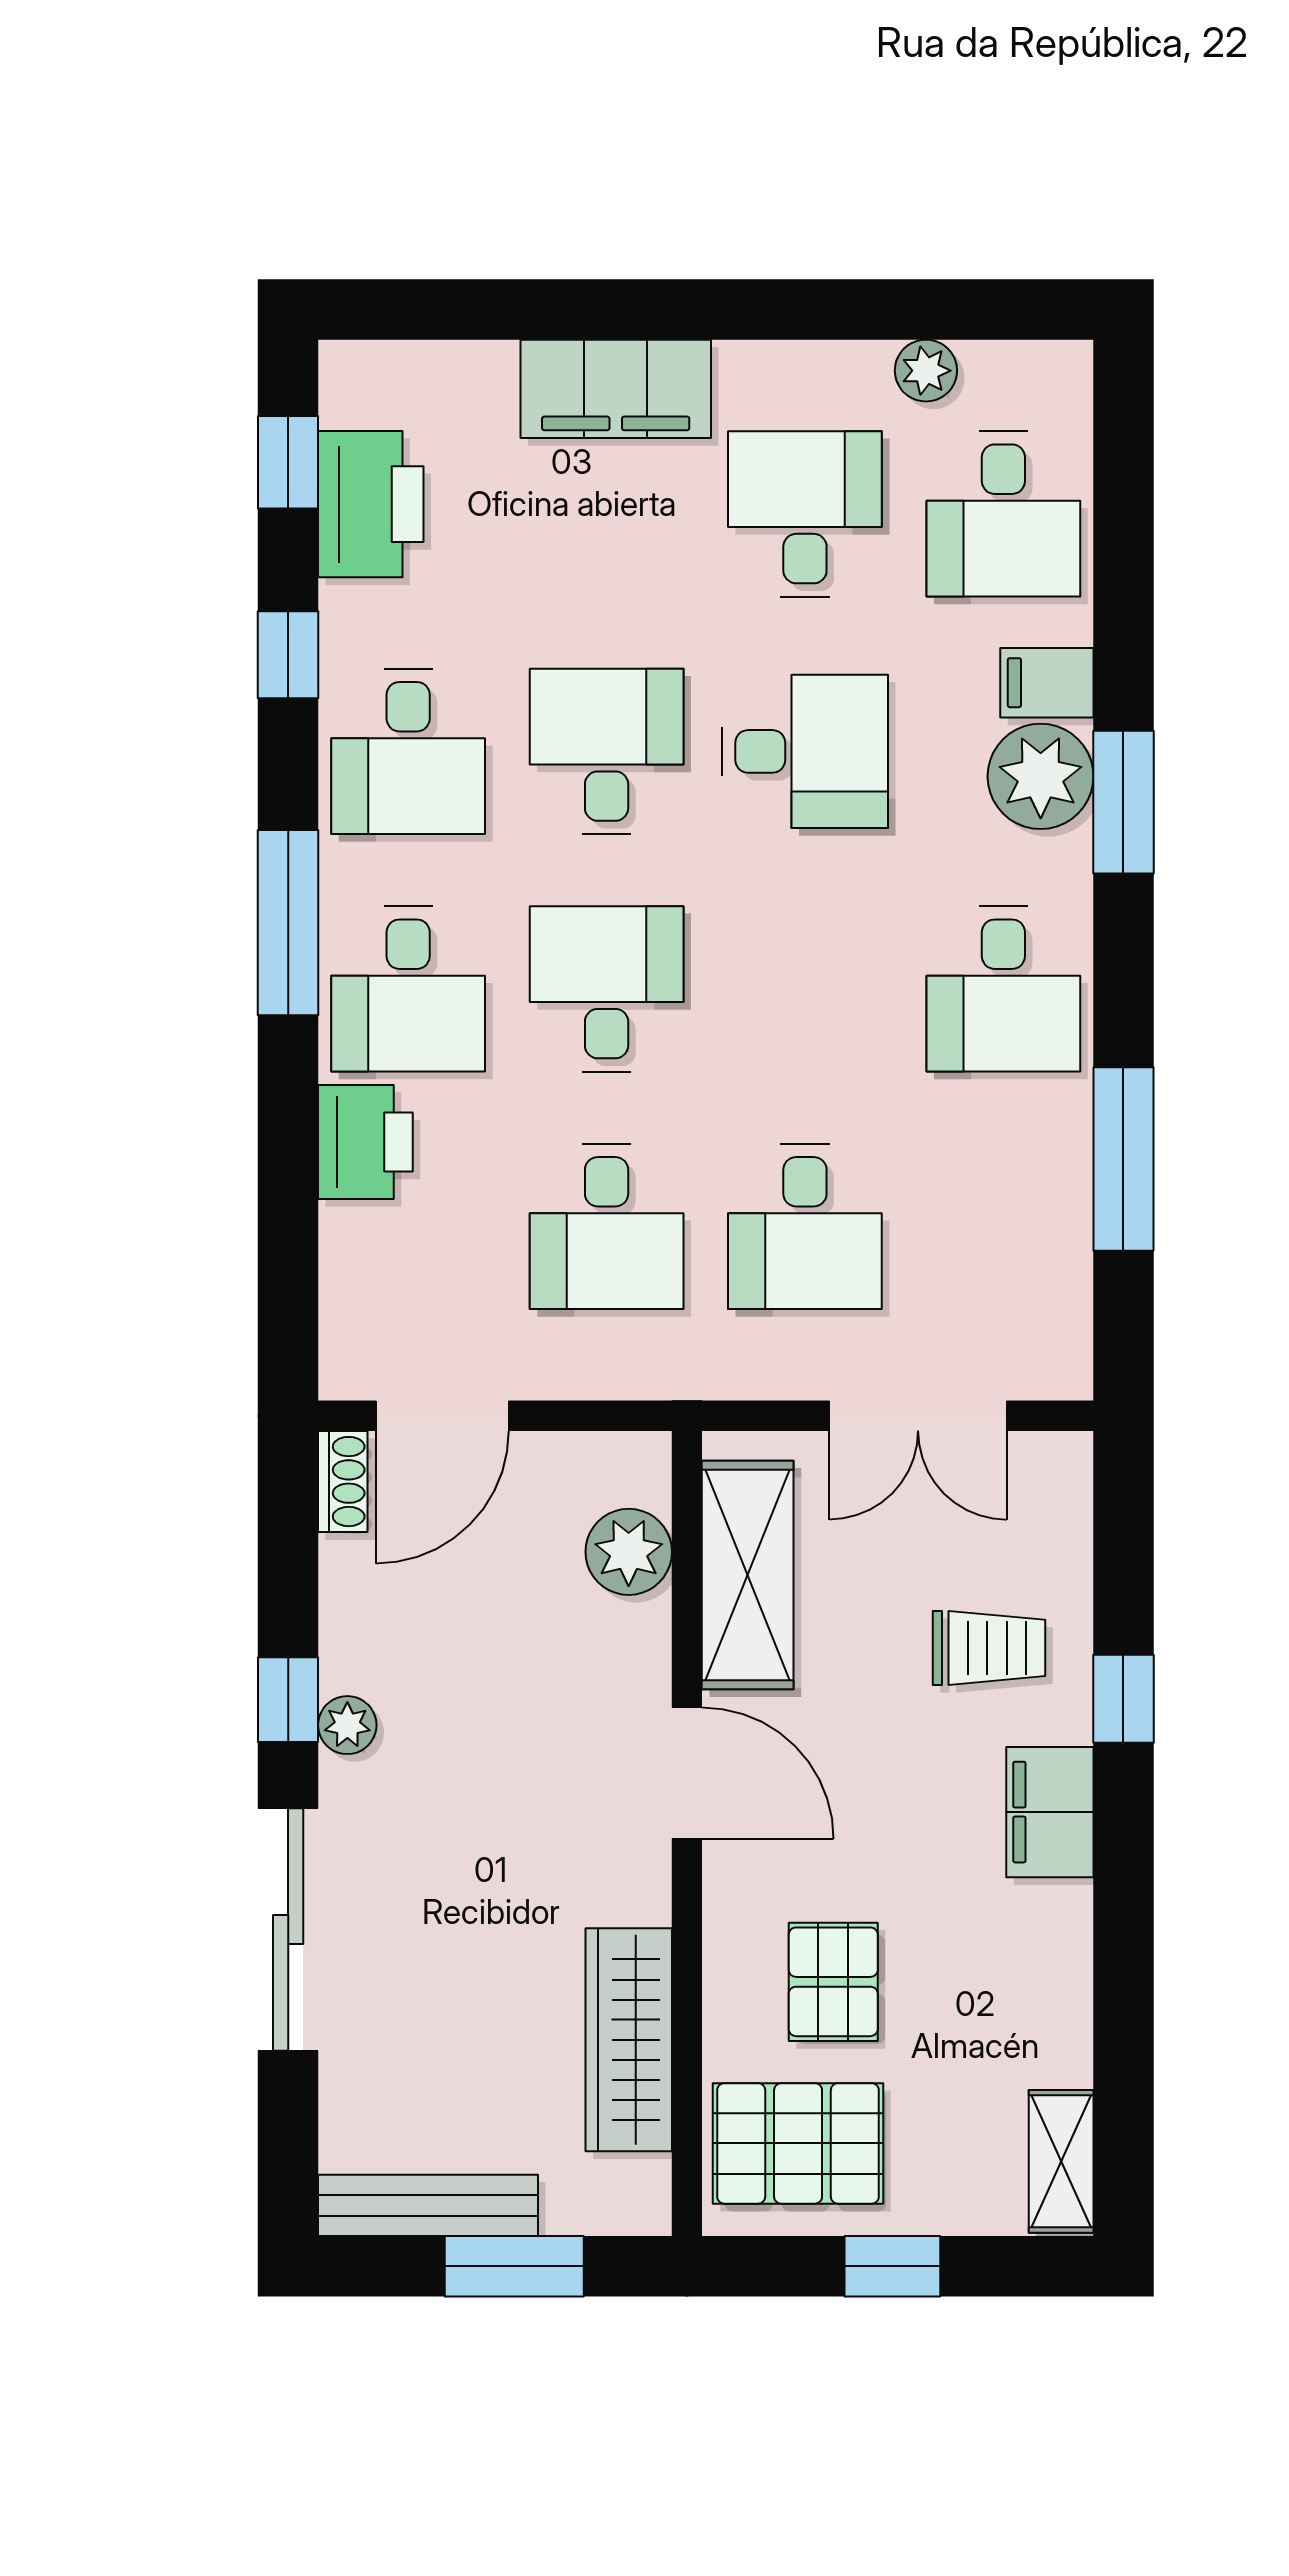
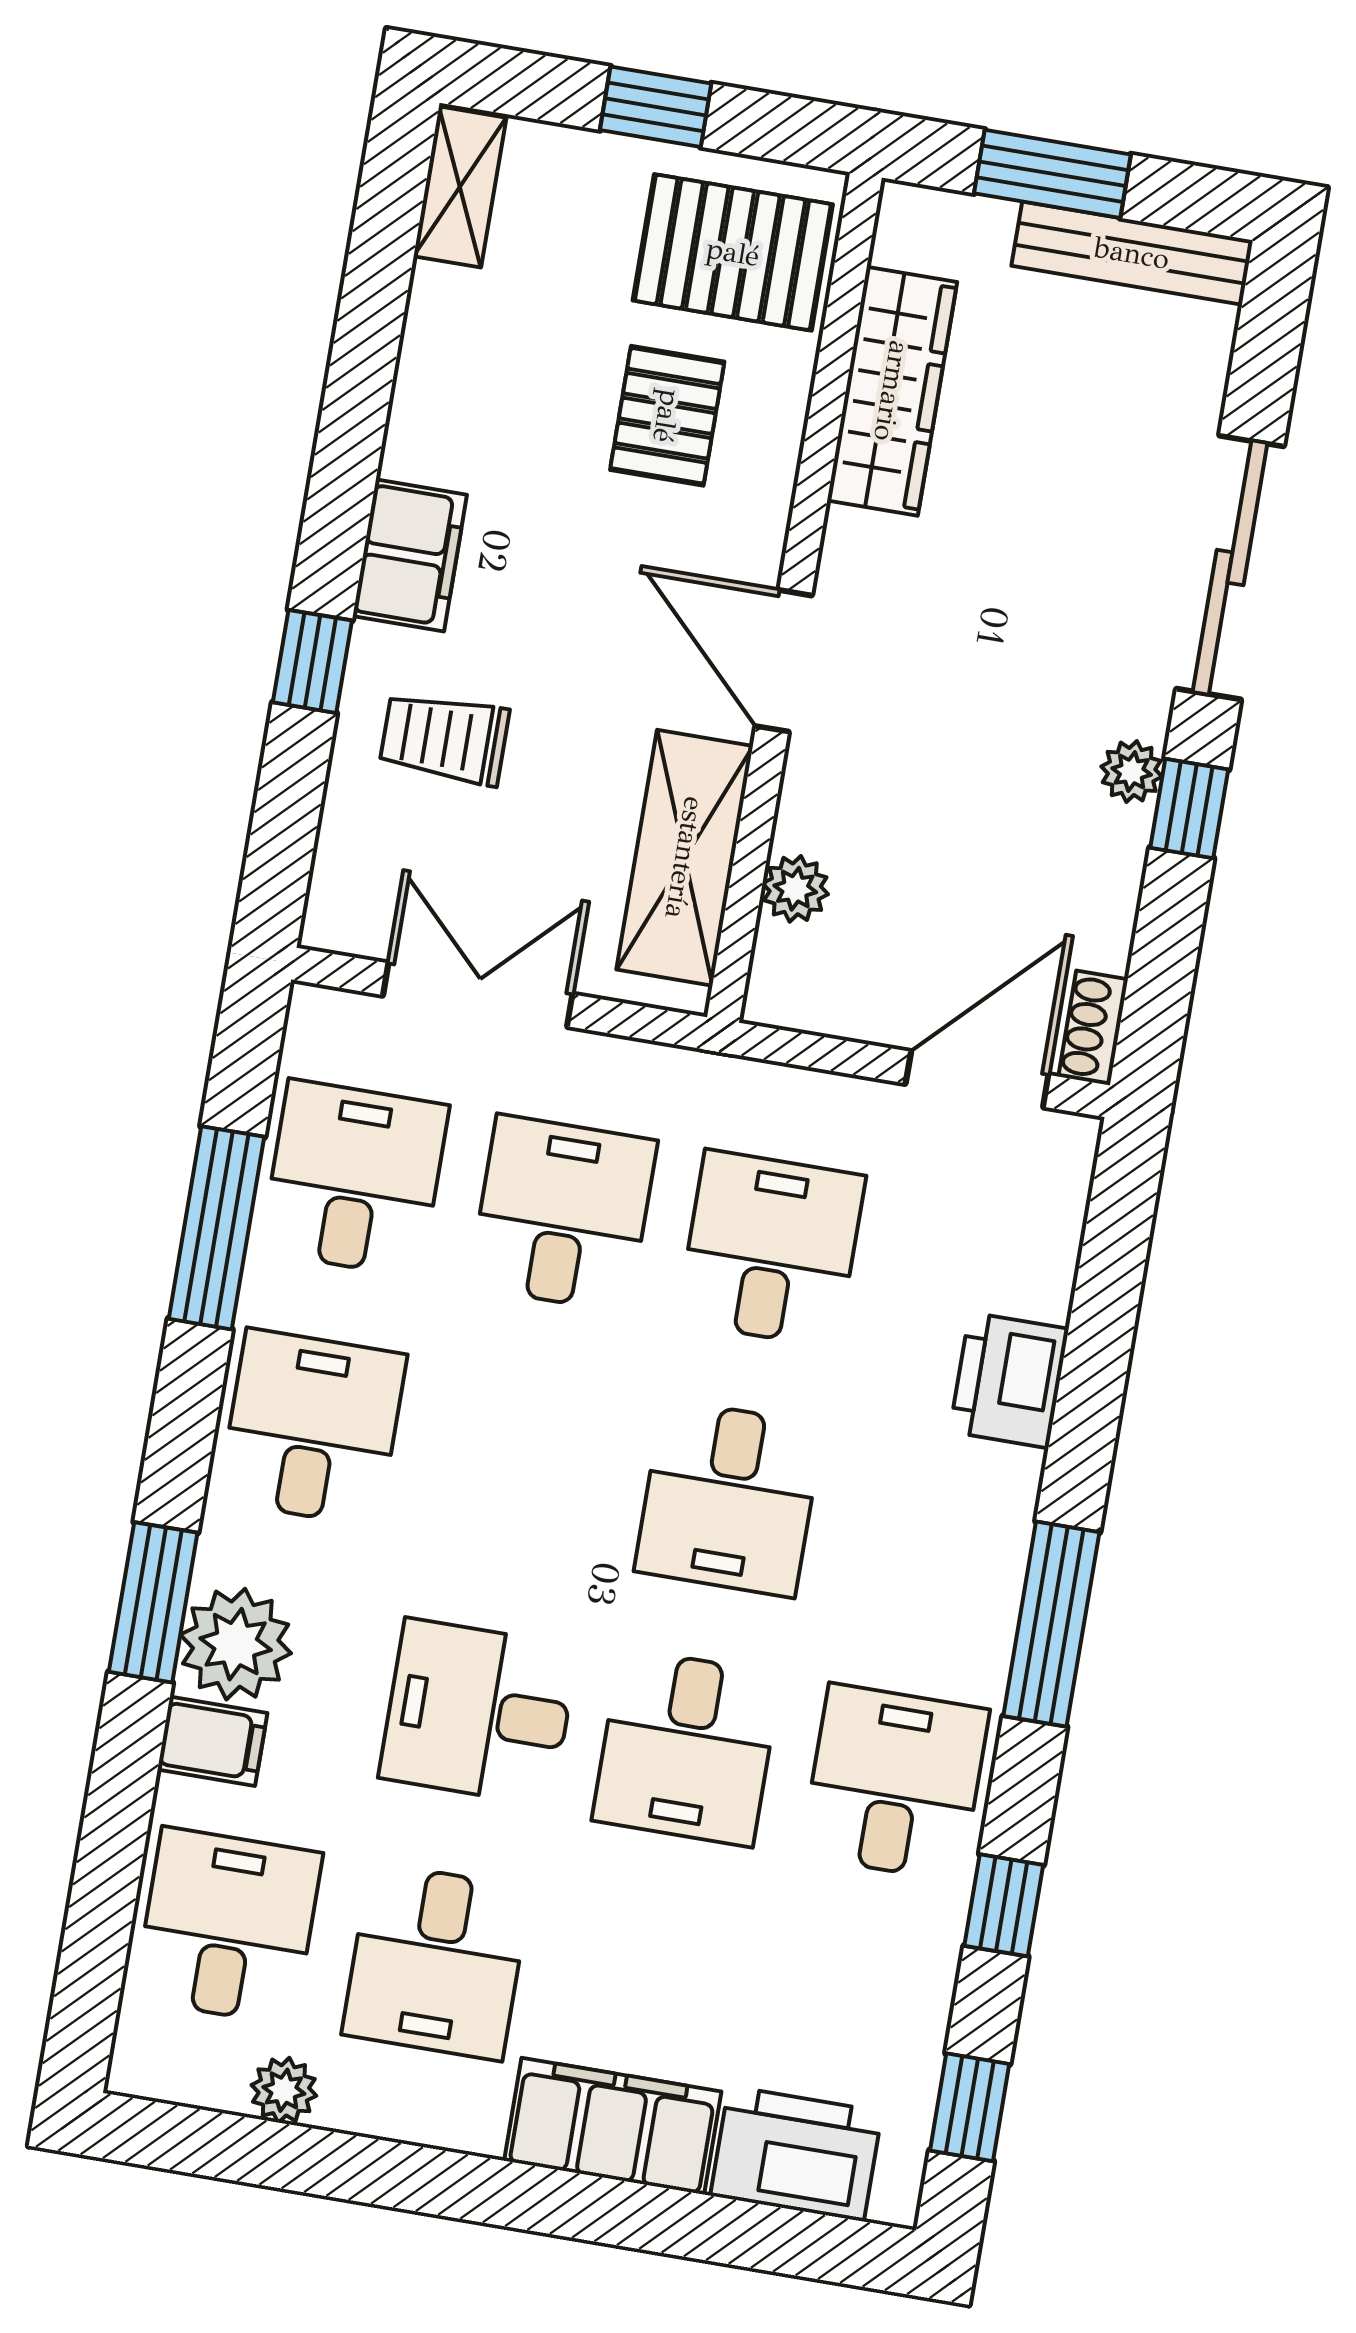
printer: (371, 504) -> (796, 2154), moved, turned 90
desk: (408, 989) -> (355, 1178), moved
plant: (629, 1552) -> (795, 889), width x0.73, depth x0.73

